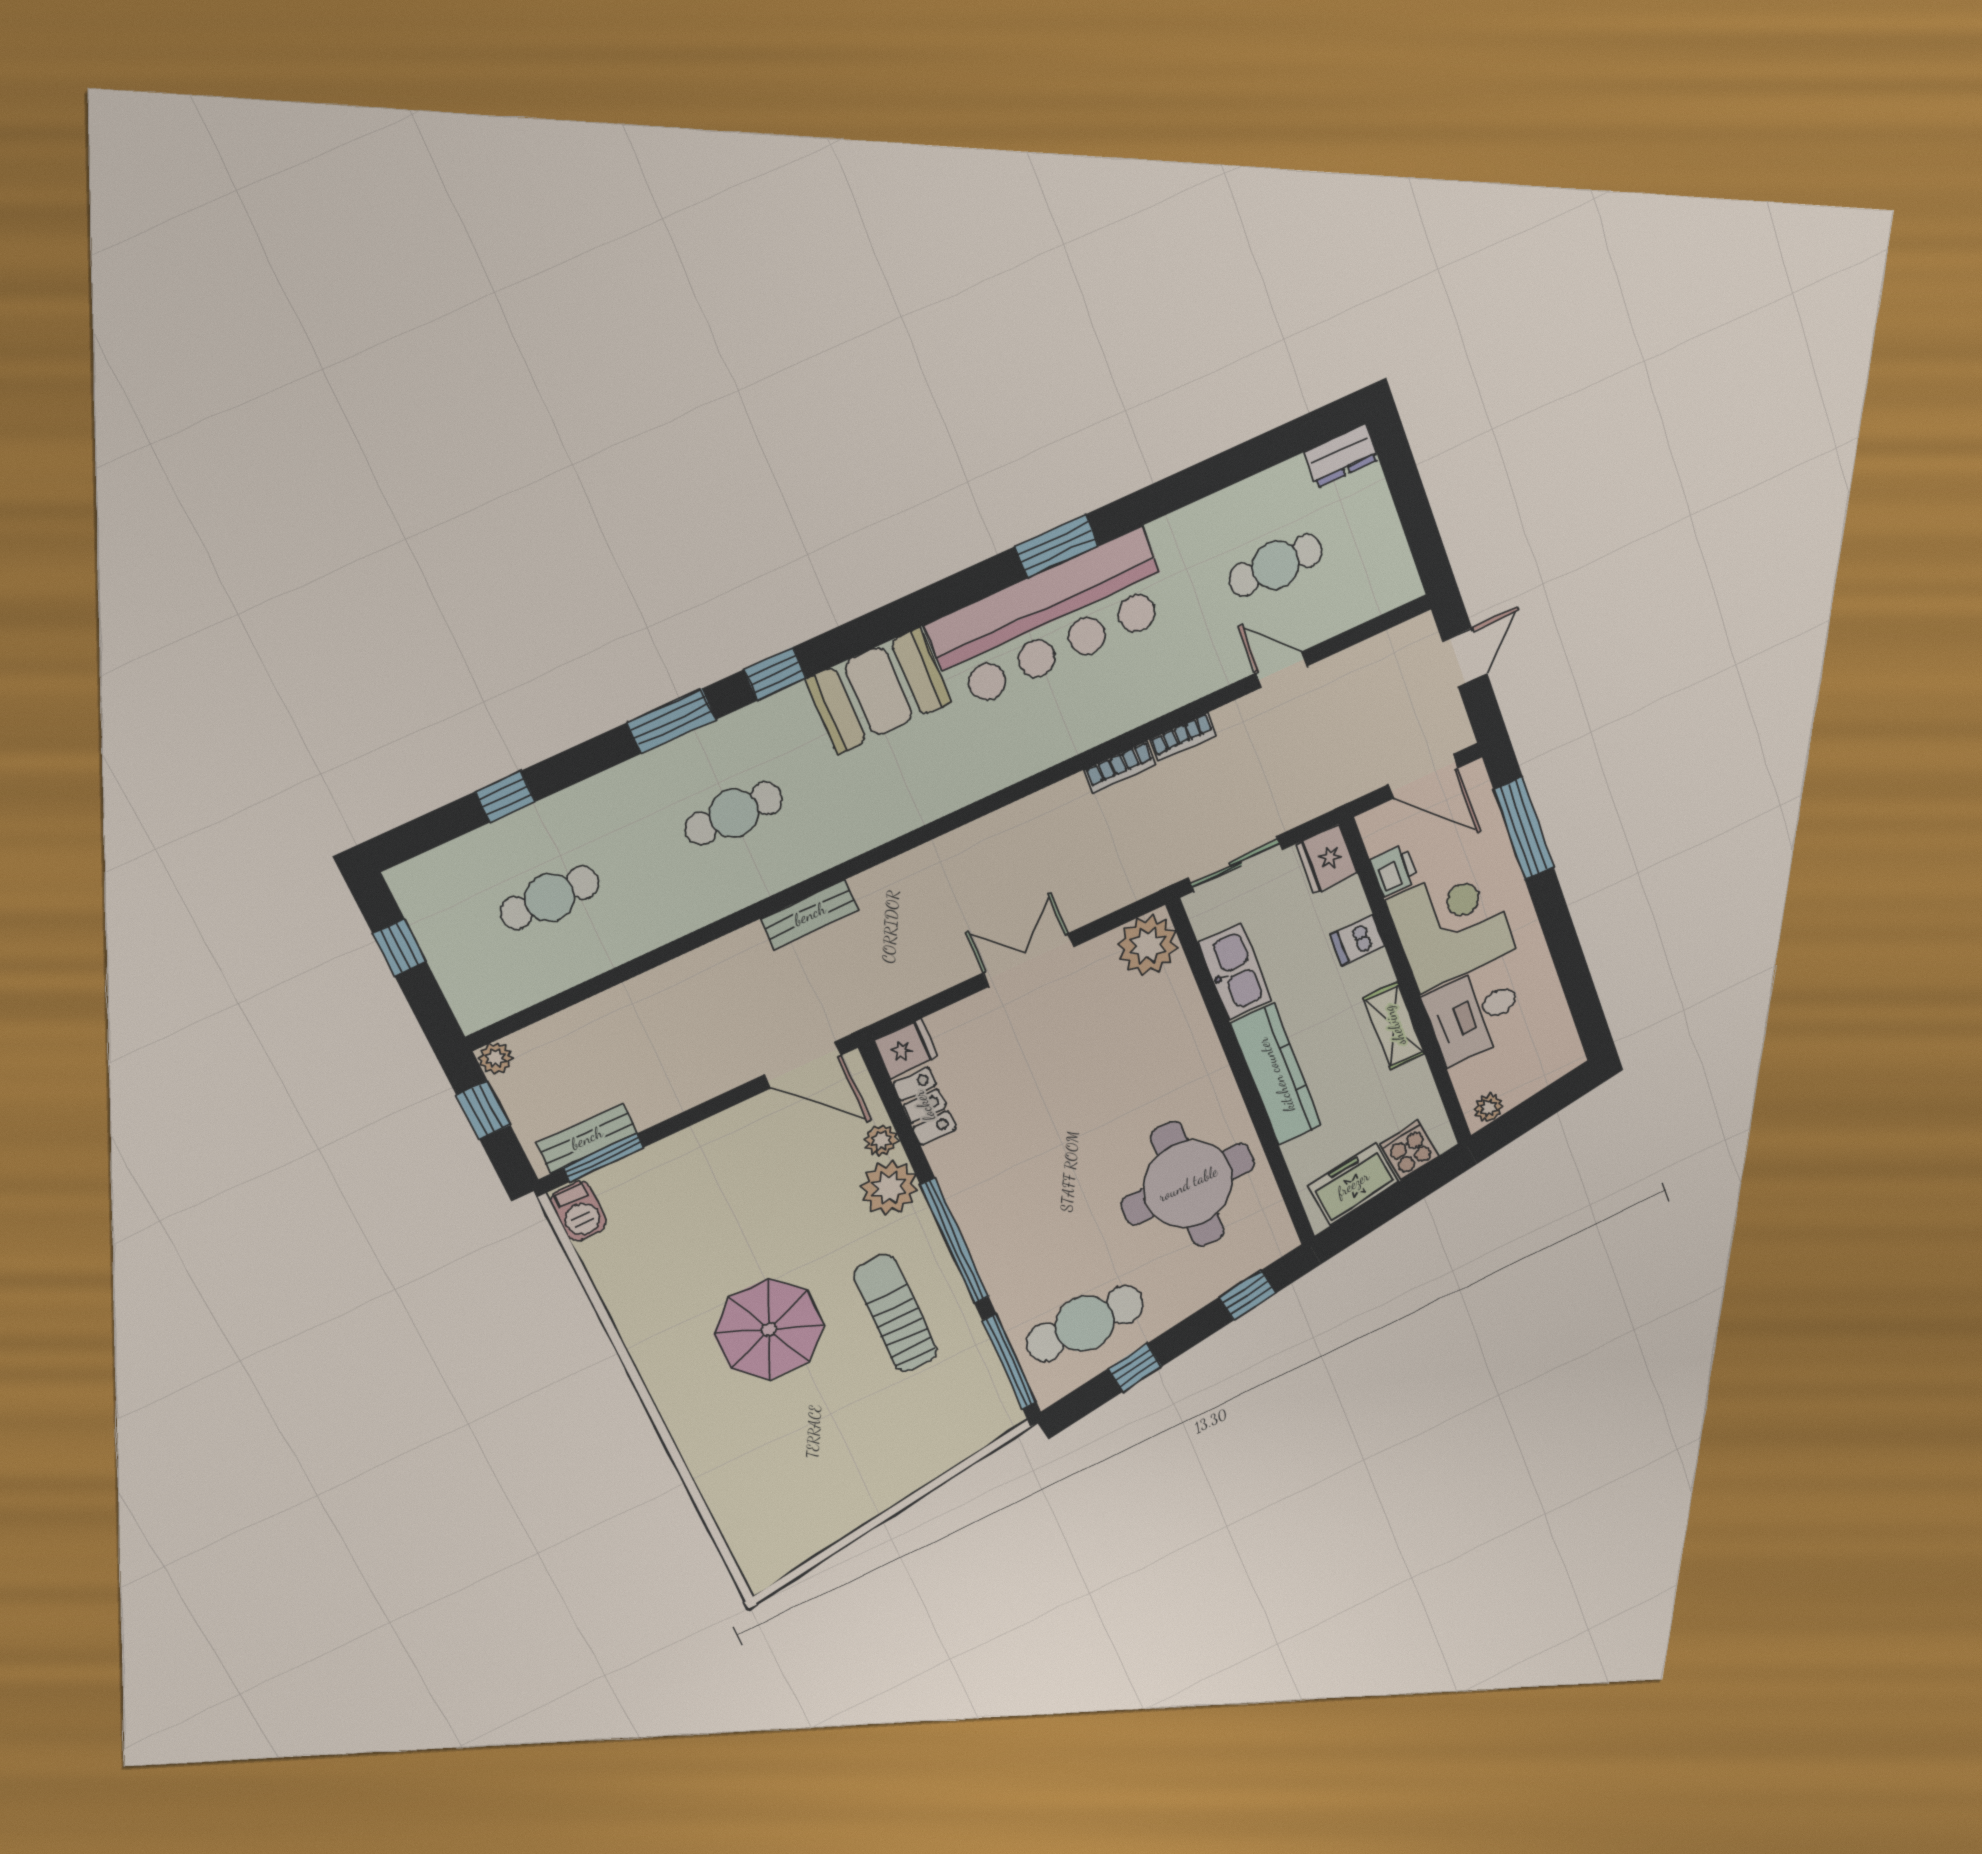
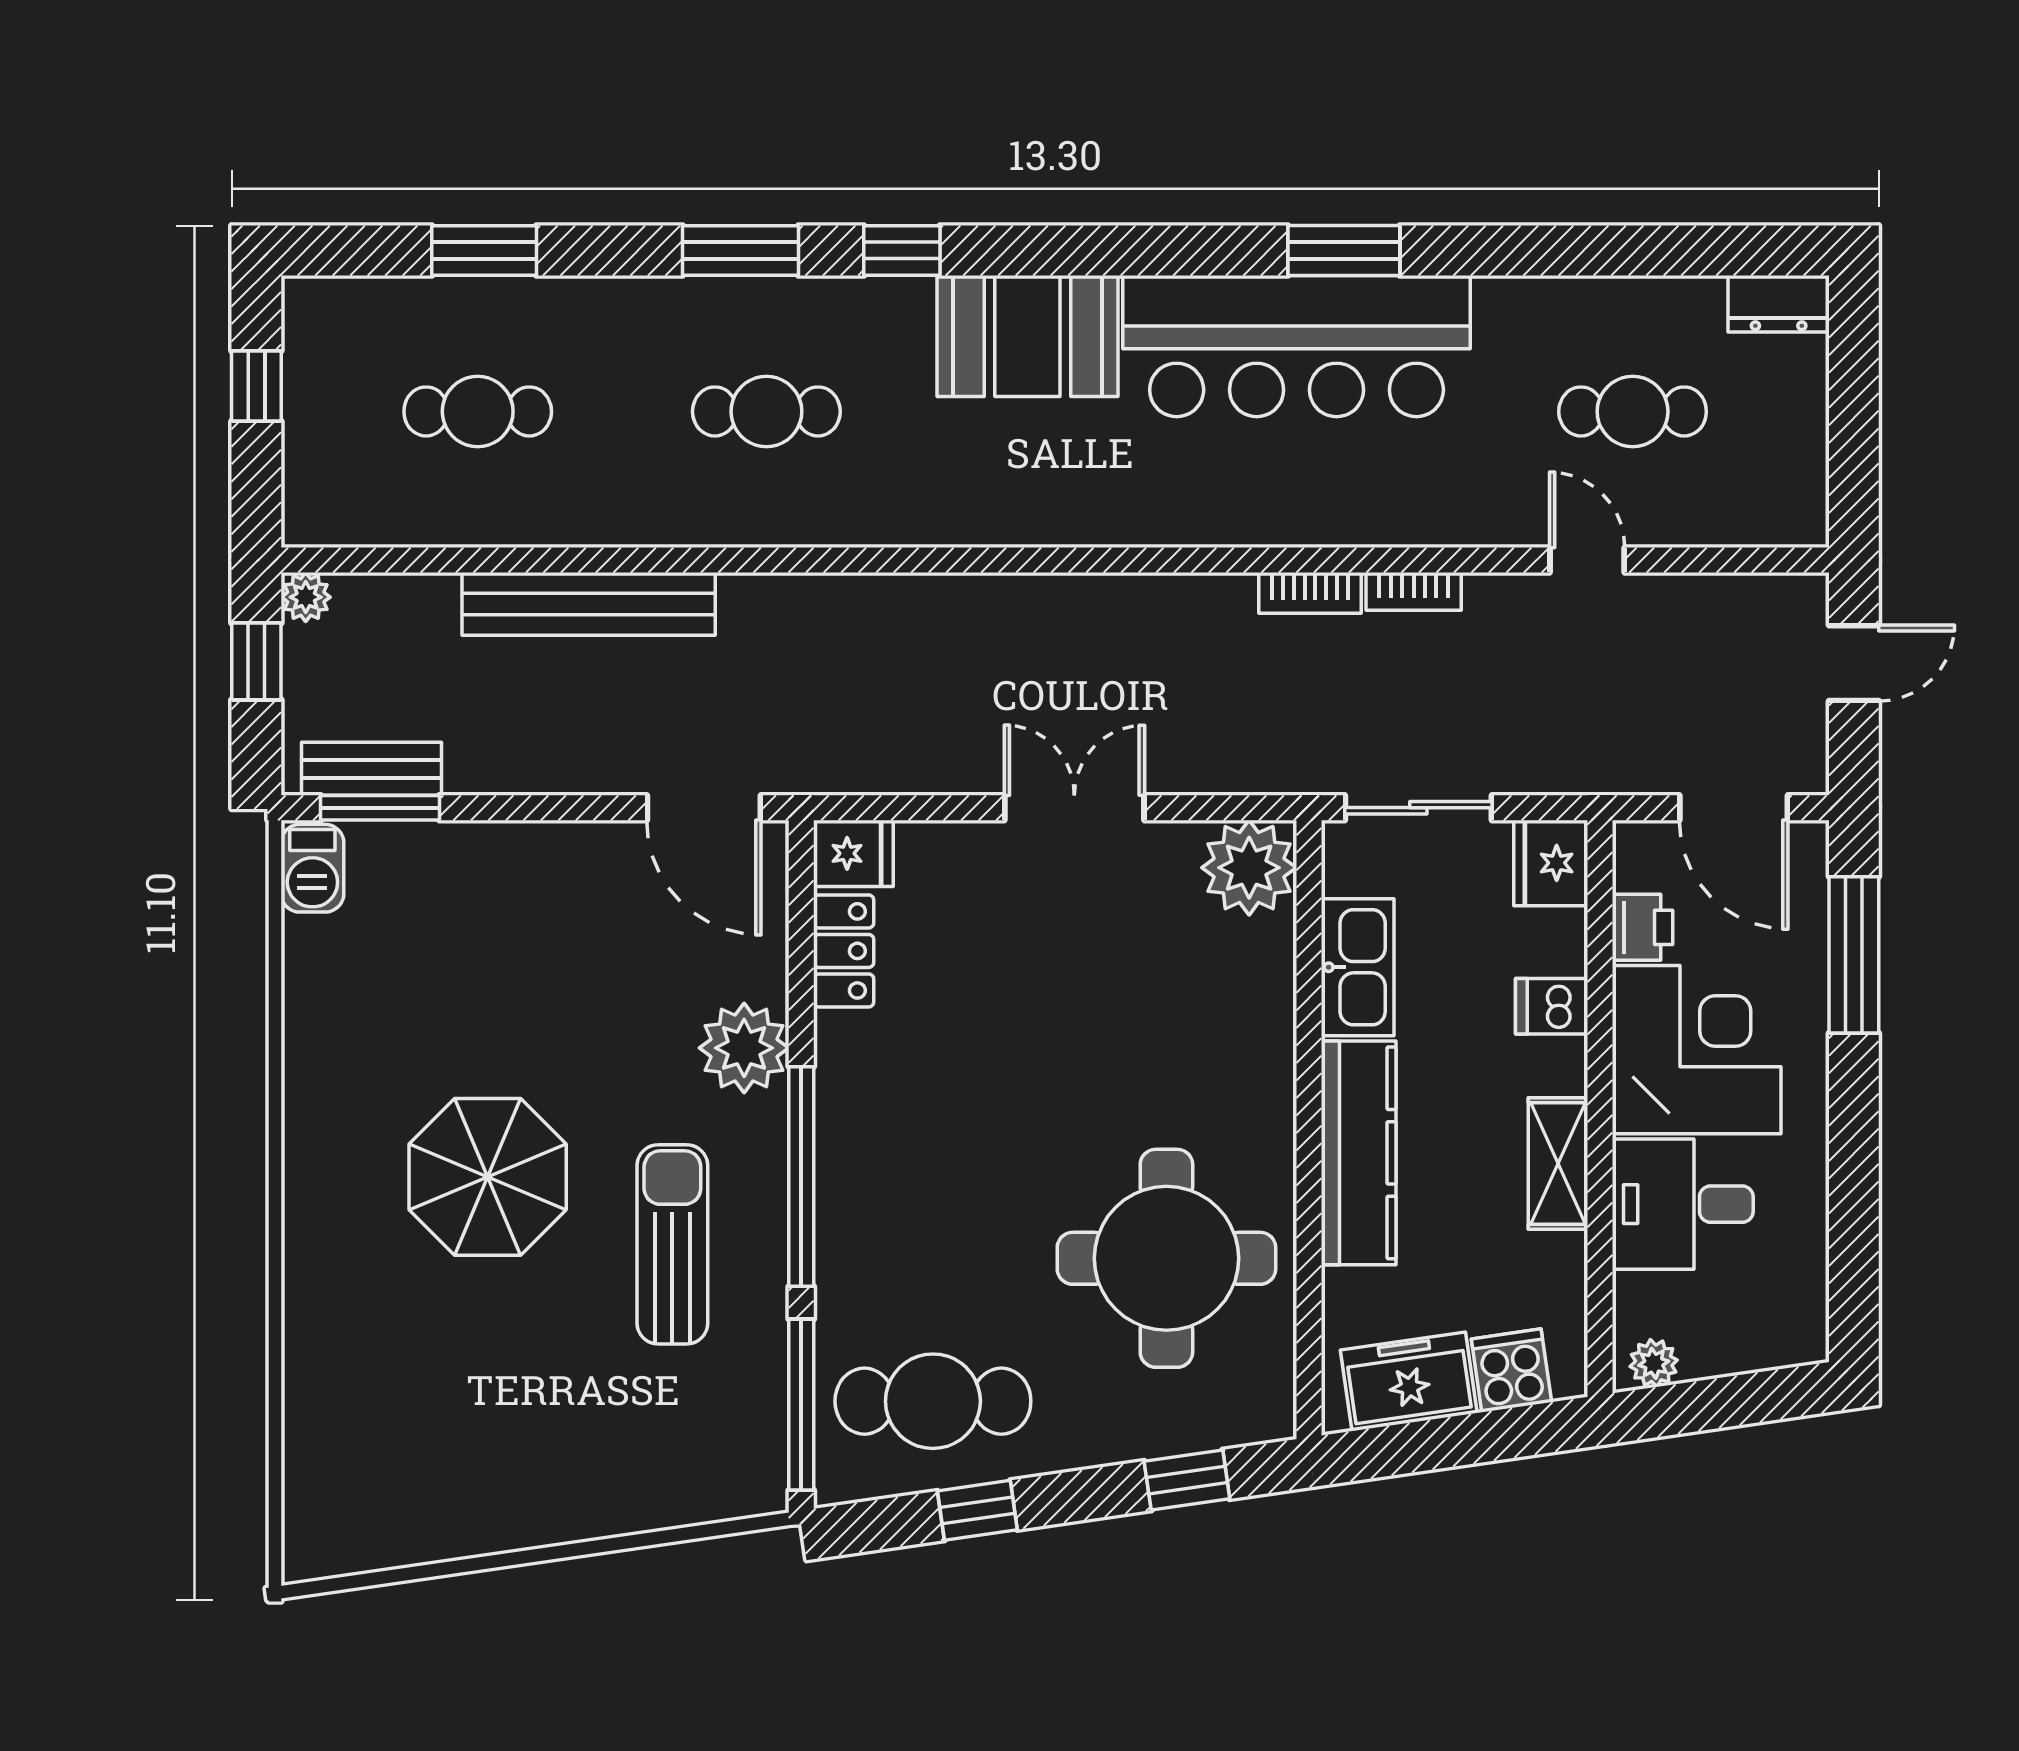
window: (505, 797) -> (484, 250), width x1.50
bench: (810, 914) -> (589, 604), moved, width x1.86, depth x1.21
plant: (881, 1141) -> (763, 972), removed

